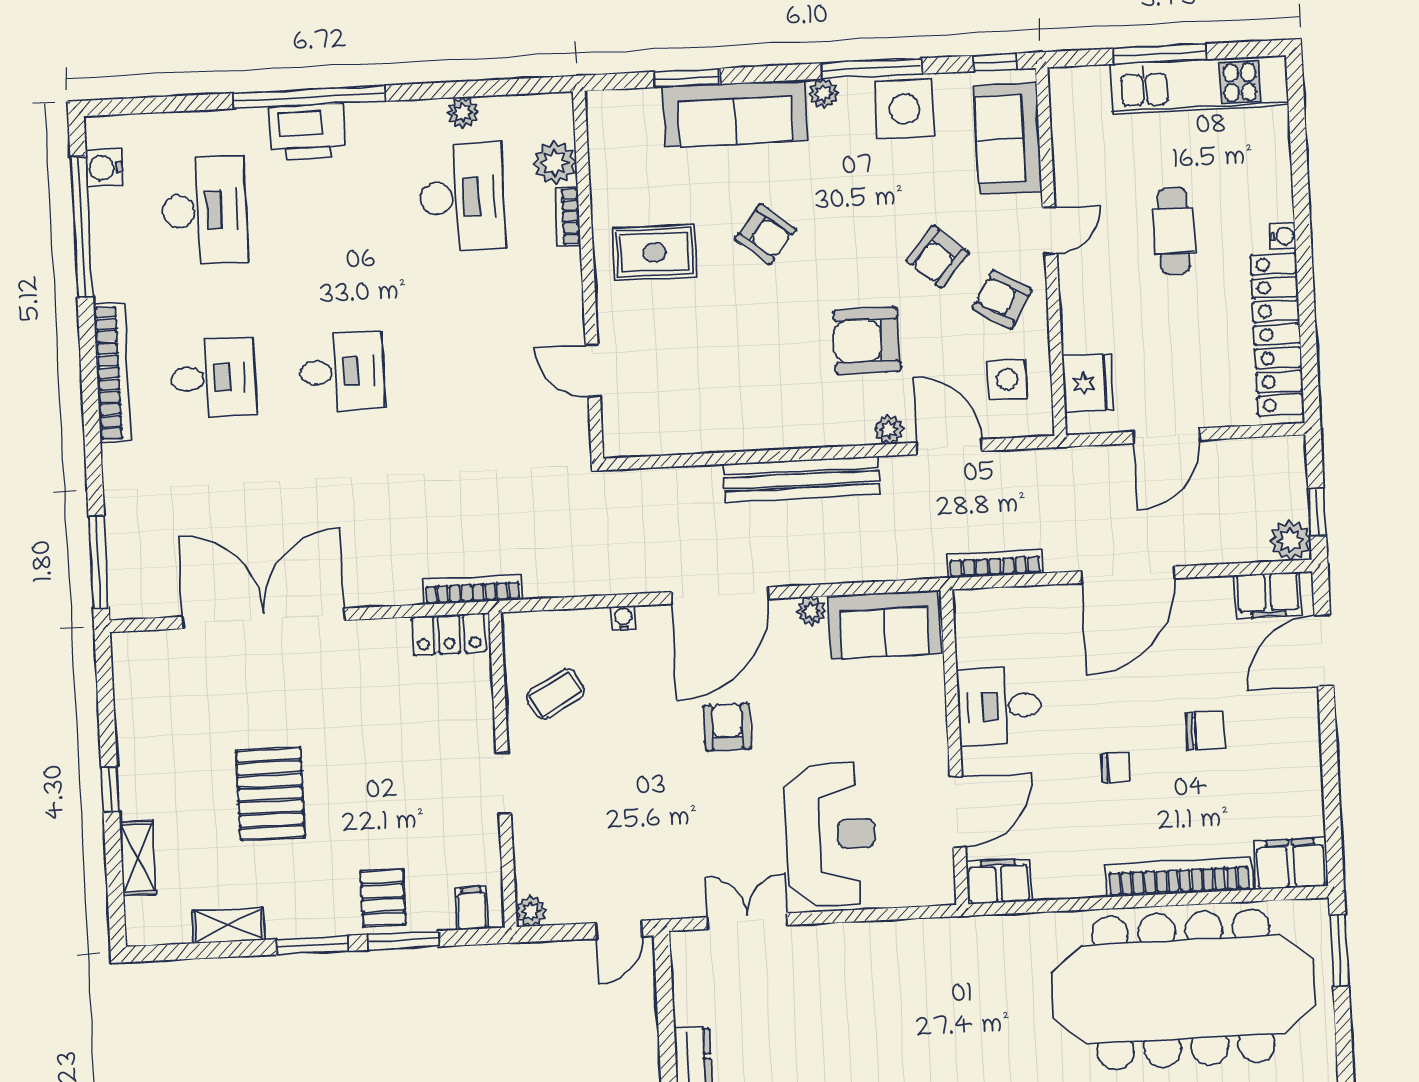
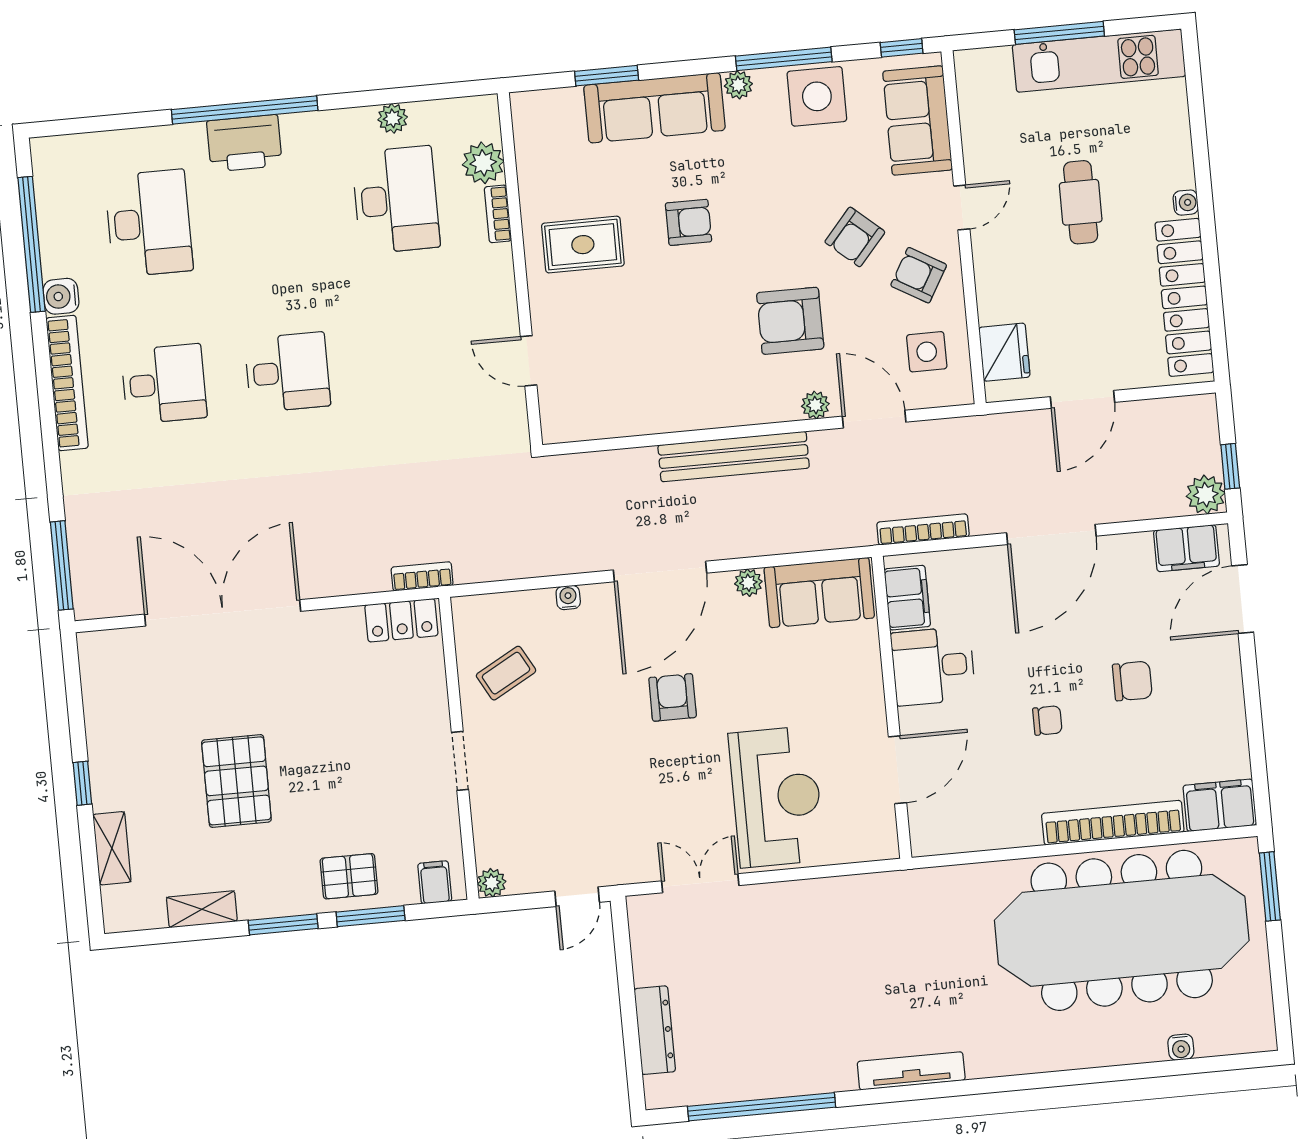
water cooler: (104, 168) -> (61, 296), moved
armchair: (765, 234) -> (688, 222), turned -38
bookcase: (472, 590) -> (422, 576), width x0.64
filing cabinet: (999, 881) -> (907, 598), moved, turned 90
pallet: (383, 898) -> (349, 876), turned 90

